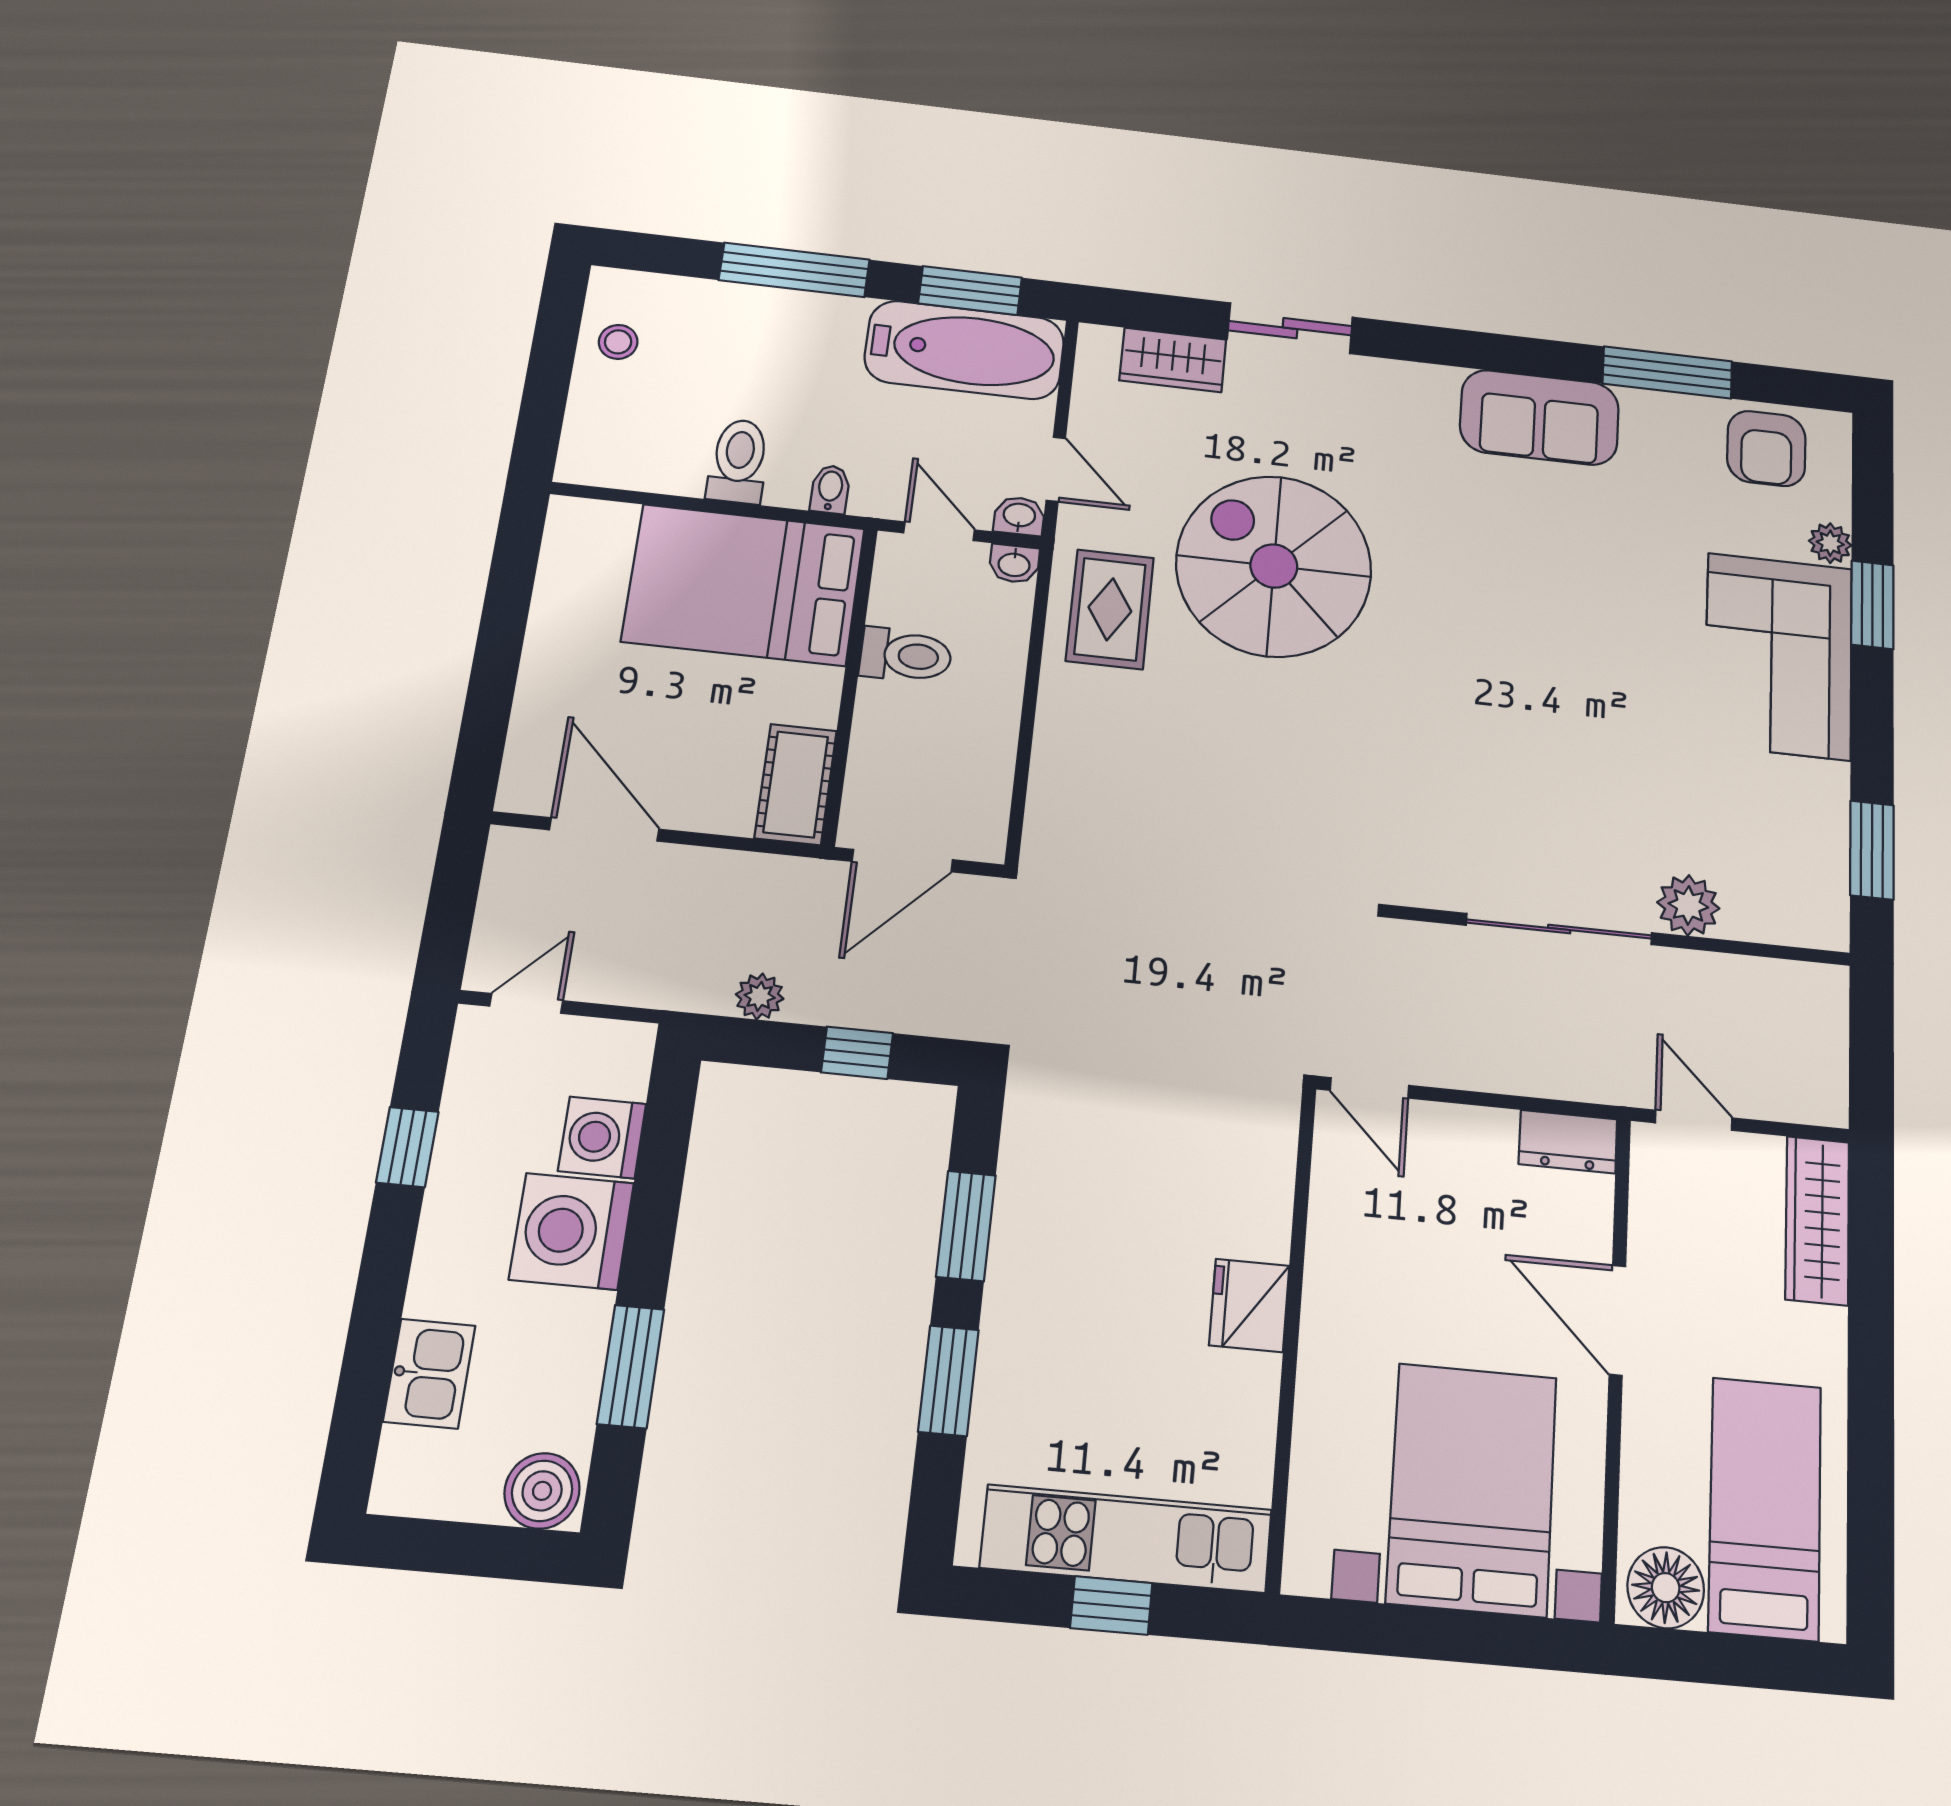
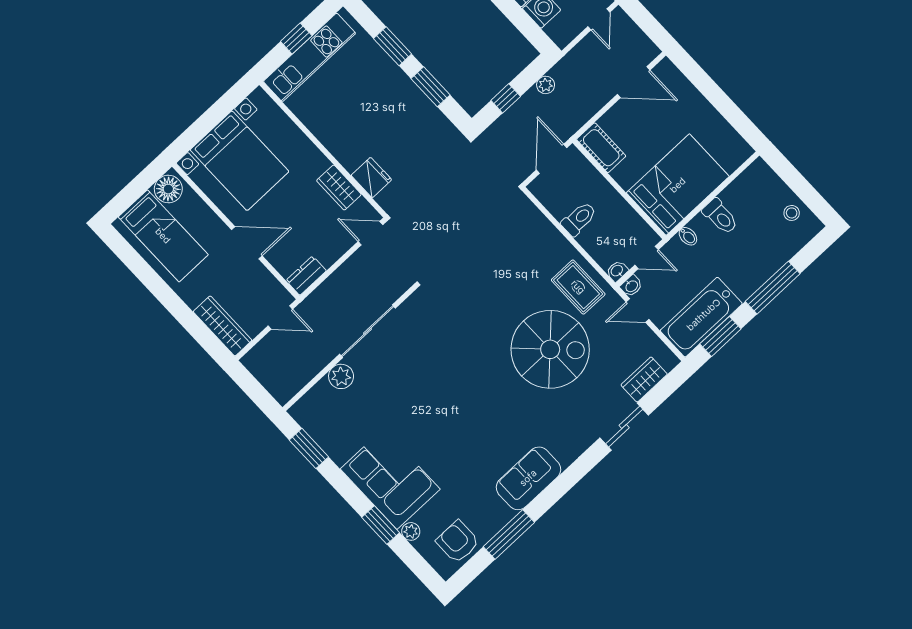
toilet: (906, 655) -> (579, 219), moved, turned 180
wardrobe: (1338, 1232) -> (339, 188), added
fridge: (1249, 1305) -> (371, 177), moved

